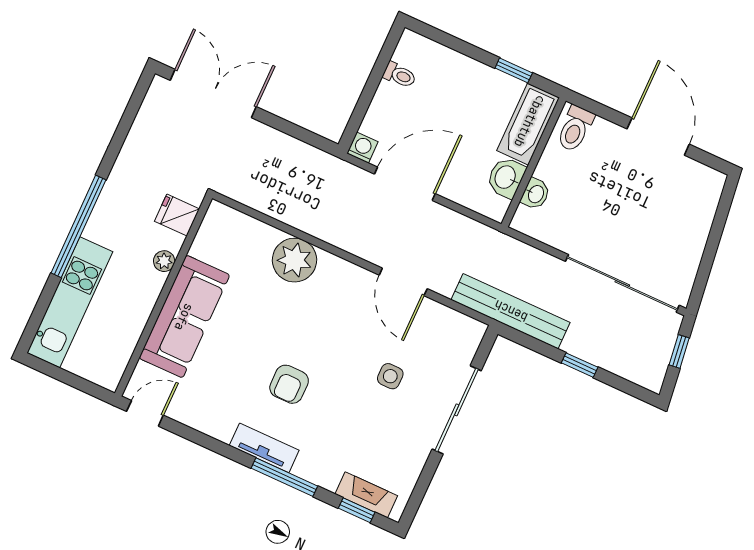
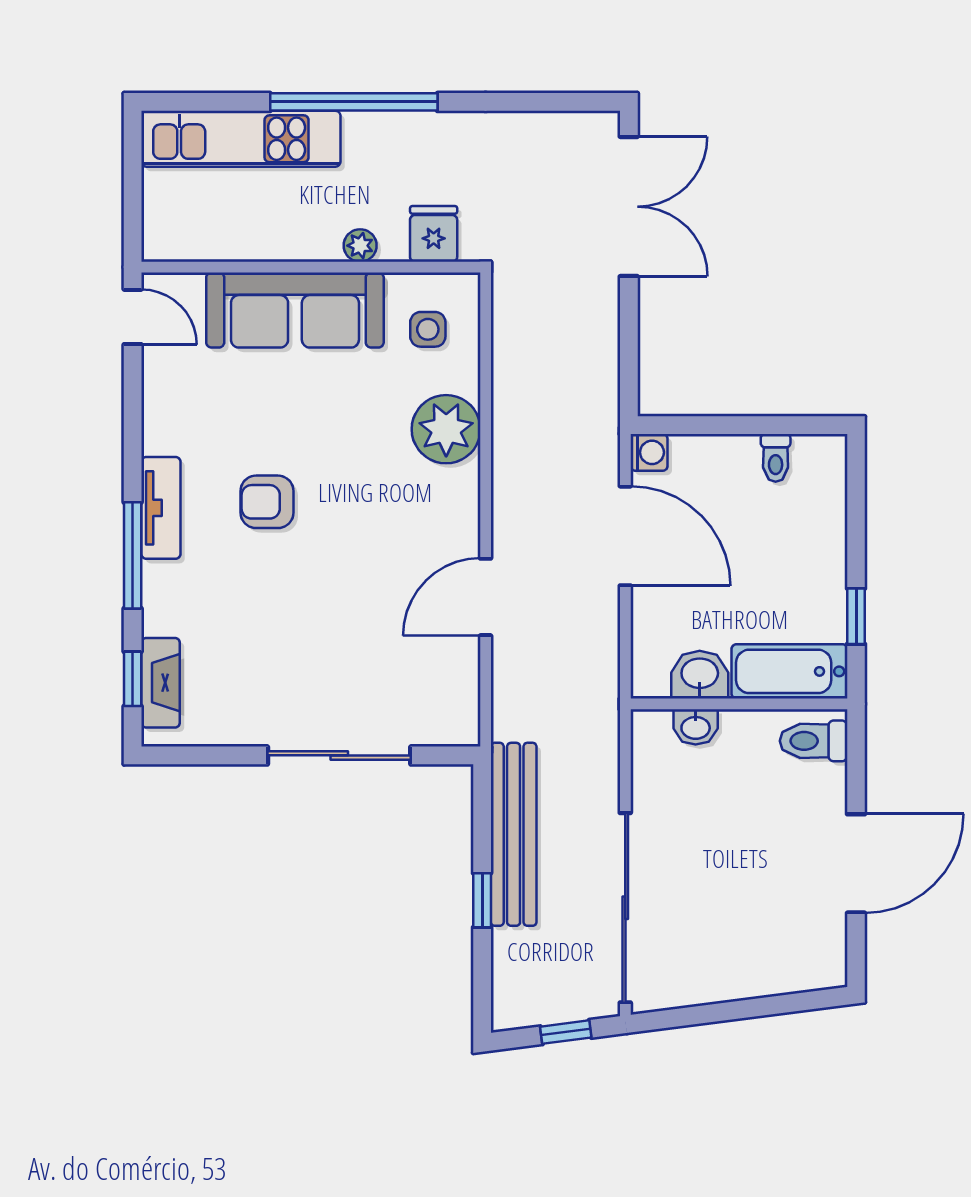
bench: (511, 311) -> (514, 834), moved
side table: (390, 376) -> (428, 329), moved

